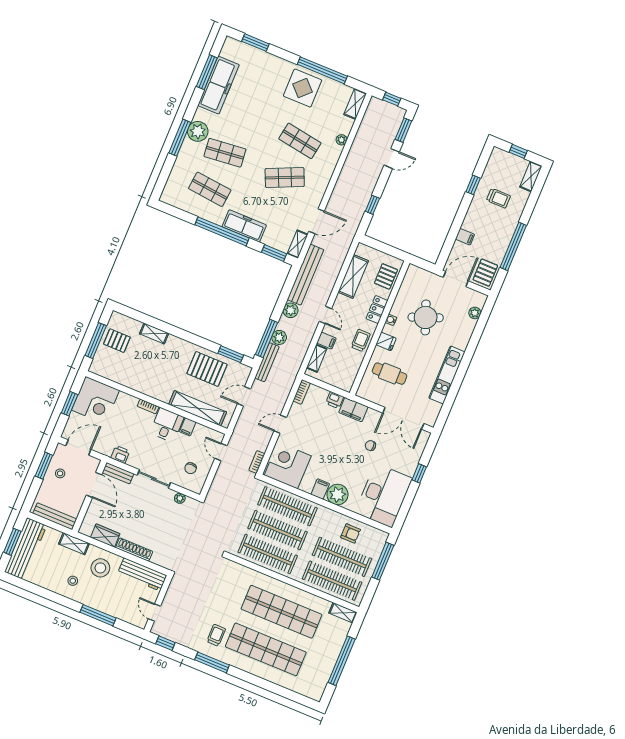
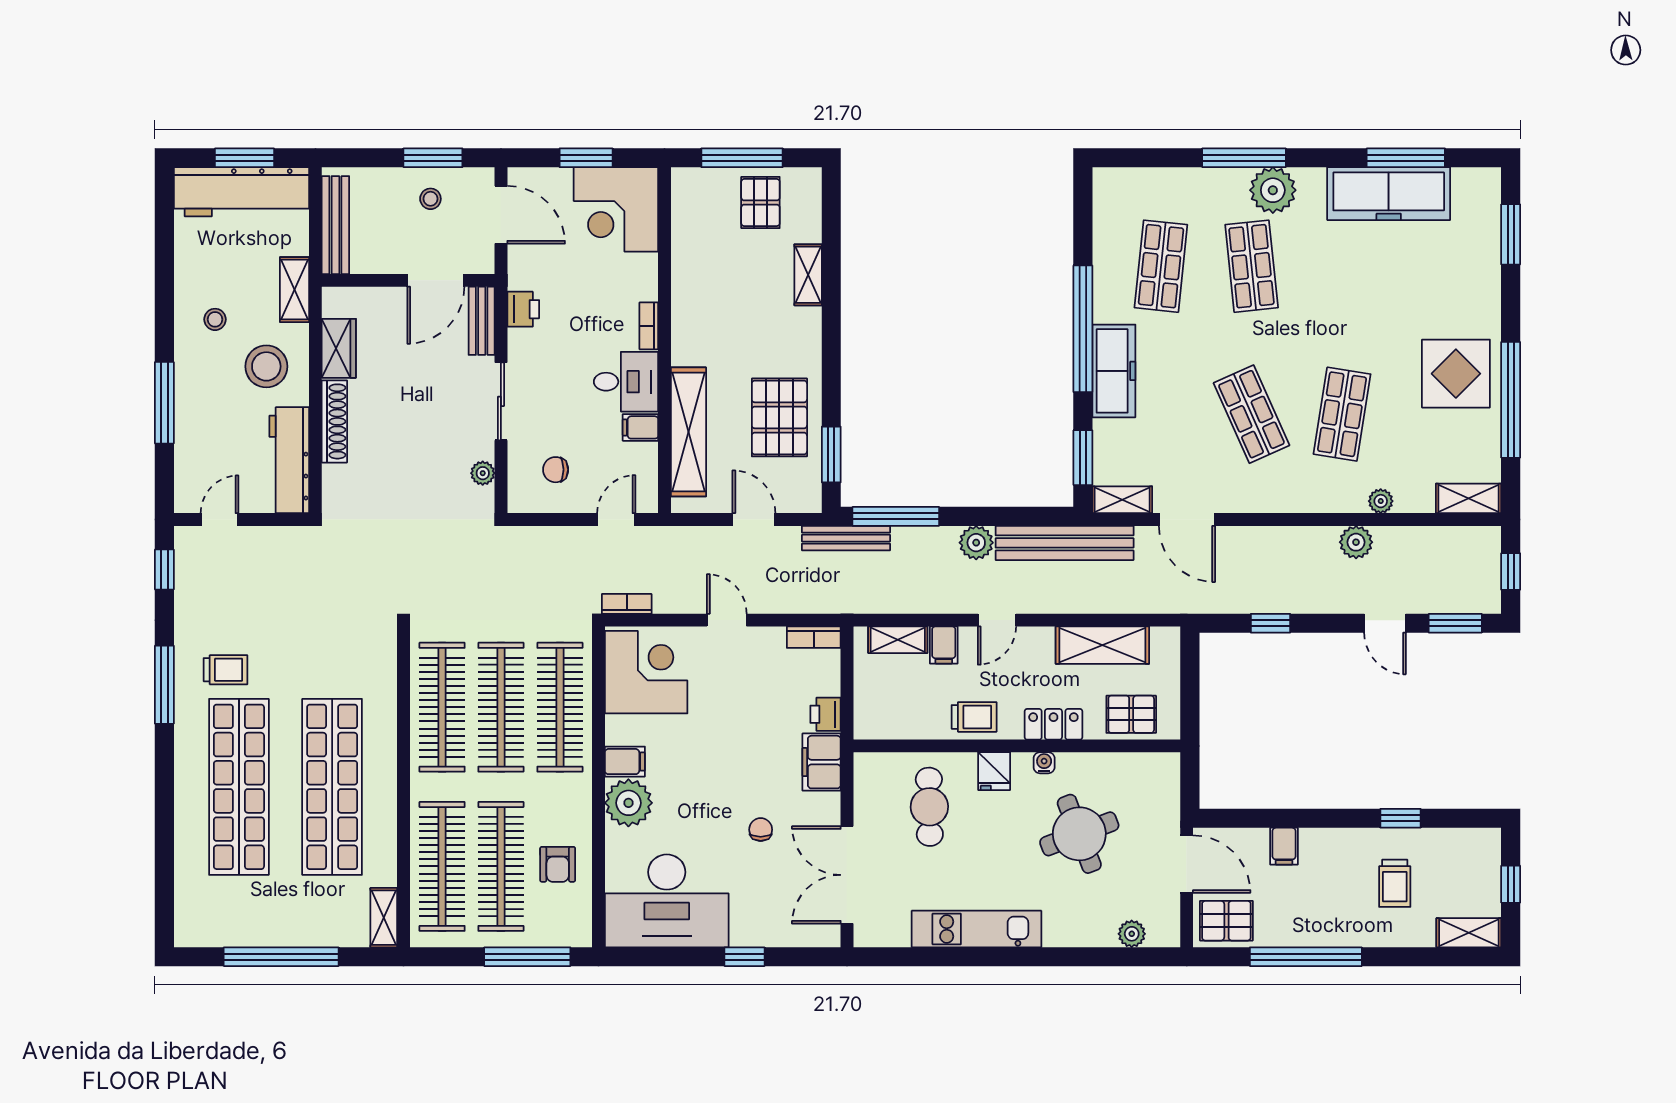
plant: (279, 337) -> (1356, 542), moved

